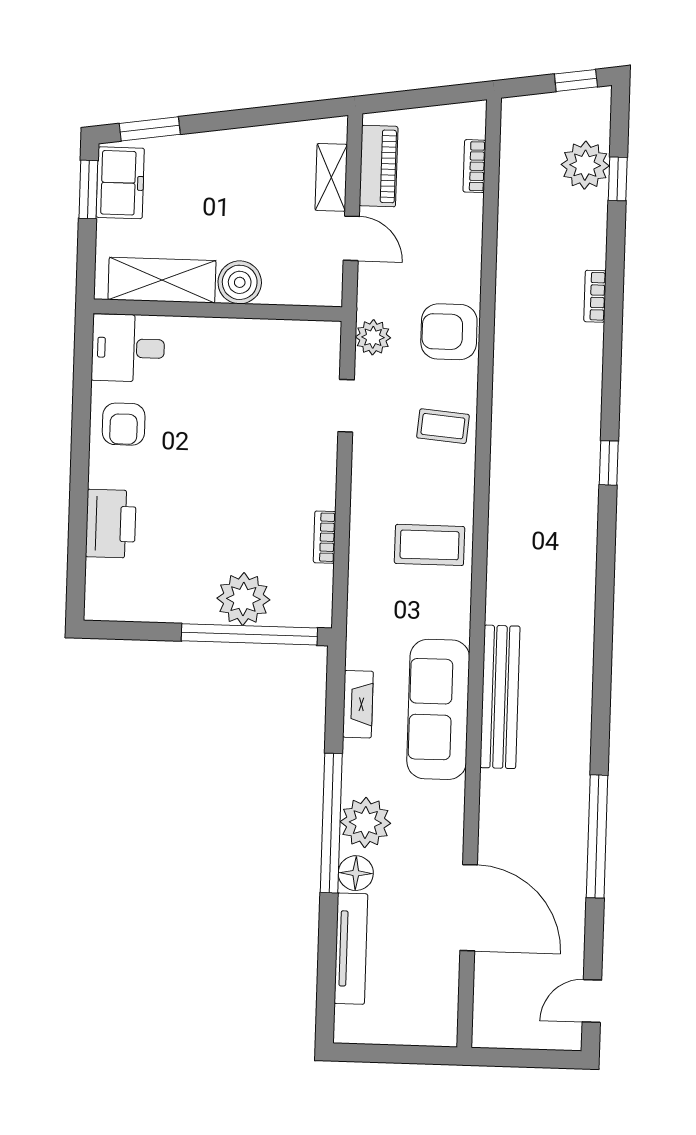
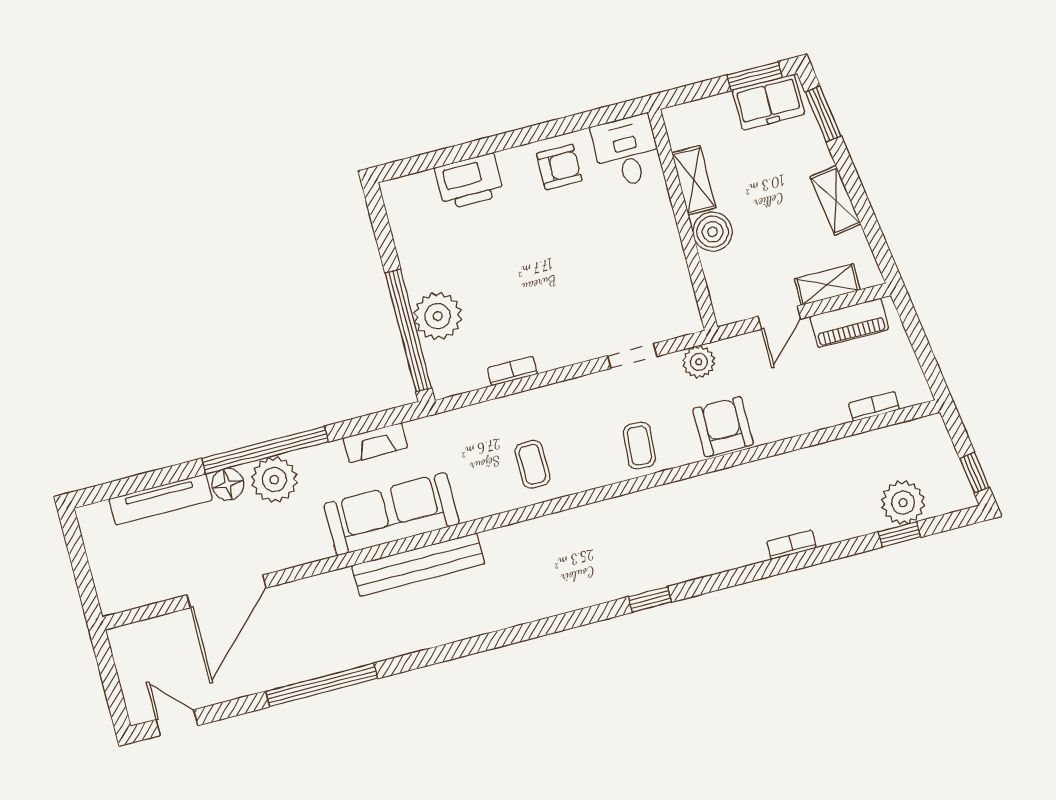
shelving: (245, 143) -> (835, 200), added
shelving: (162, 280) -> (694, 180), width x0.67, depth x0.75
armchair: (124, 424) -> (559, 167), turned 180
coffee table: (430, 545) -> (532, 464), width x0.73, depth x0.77

